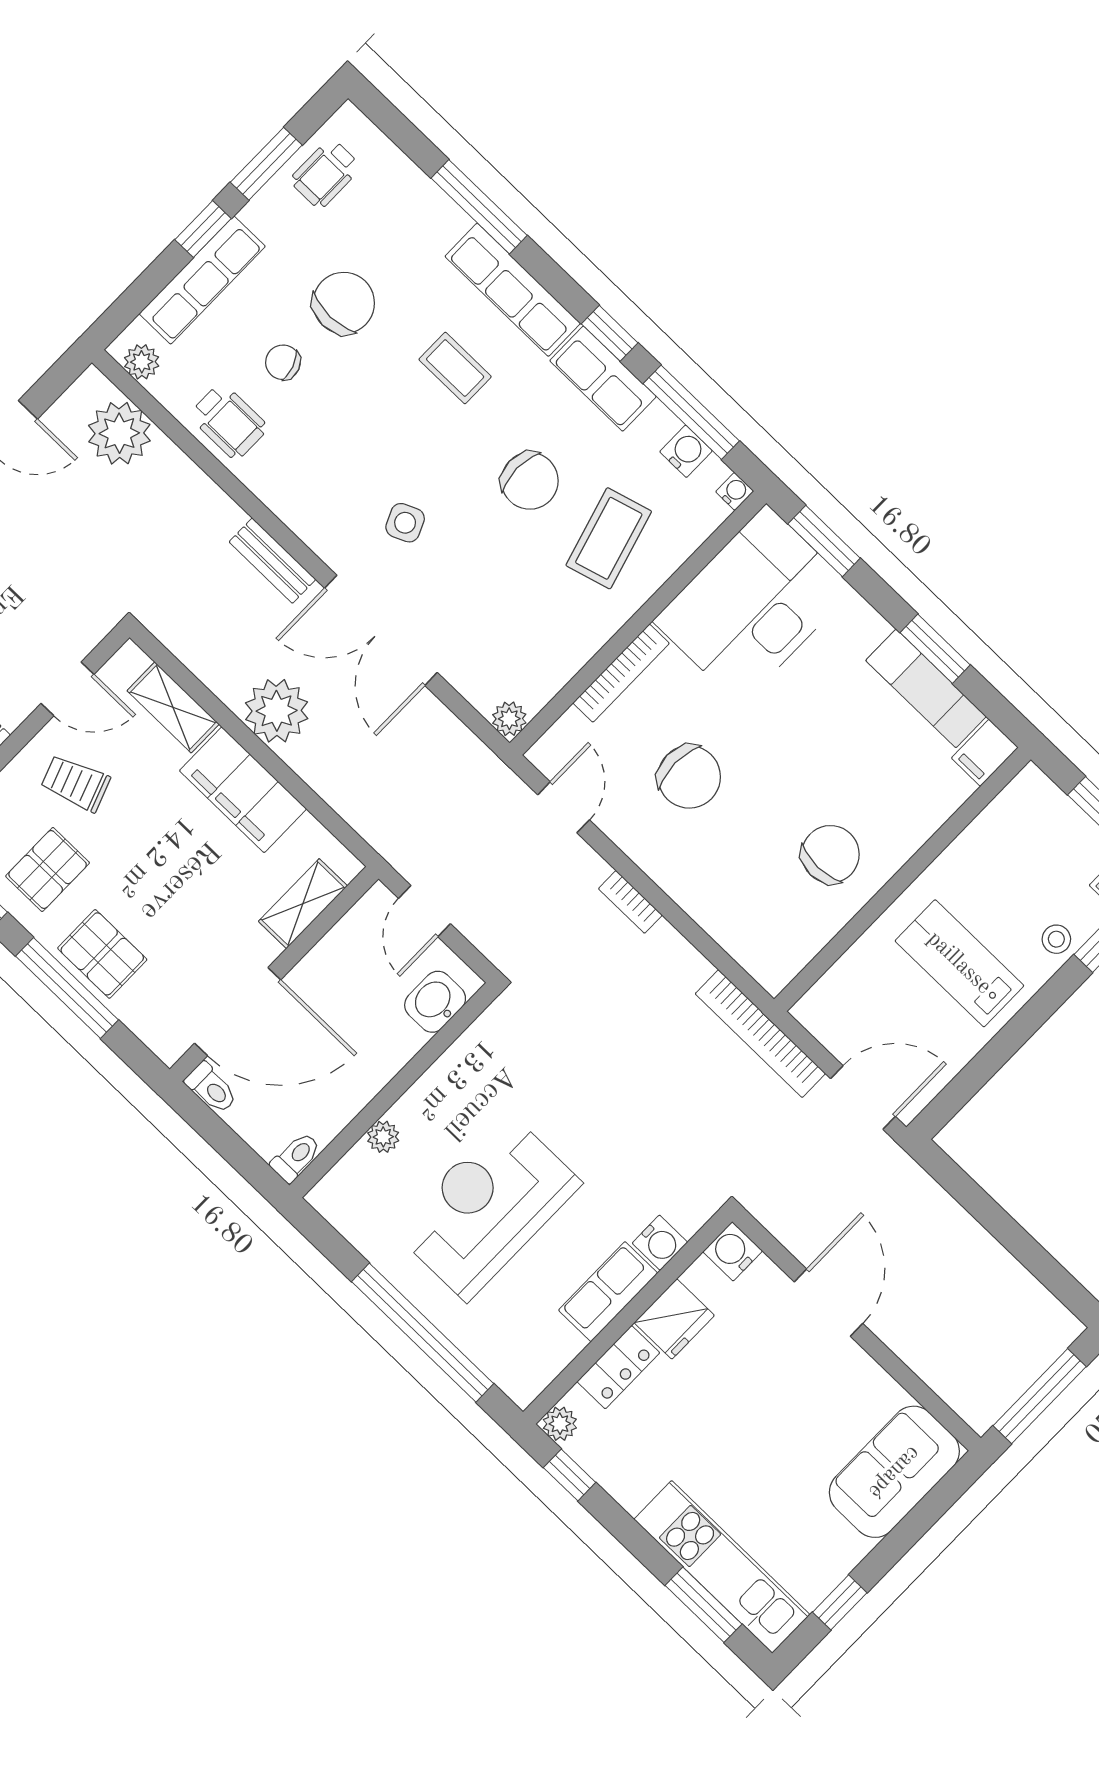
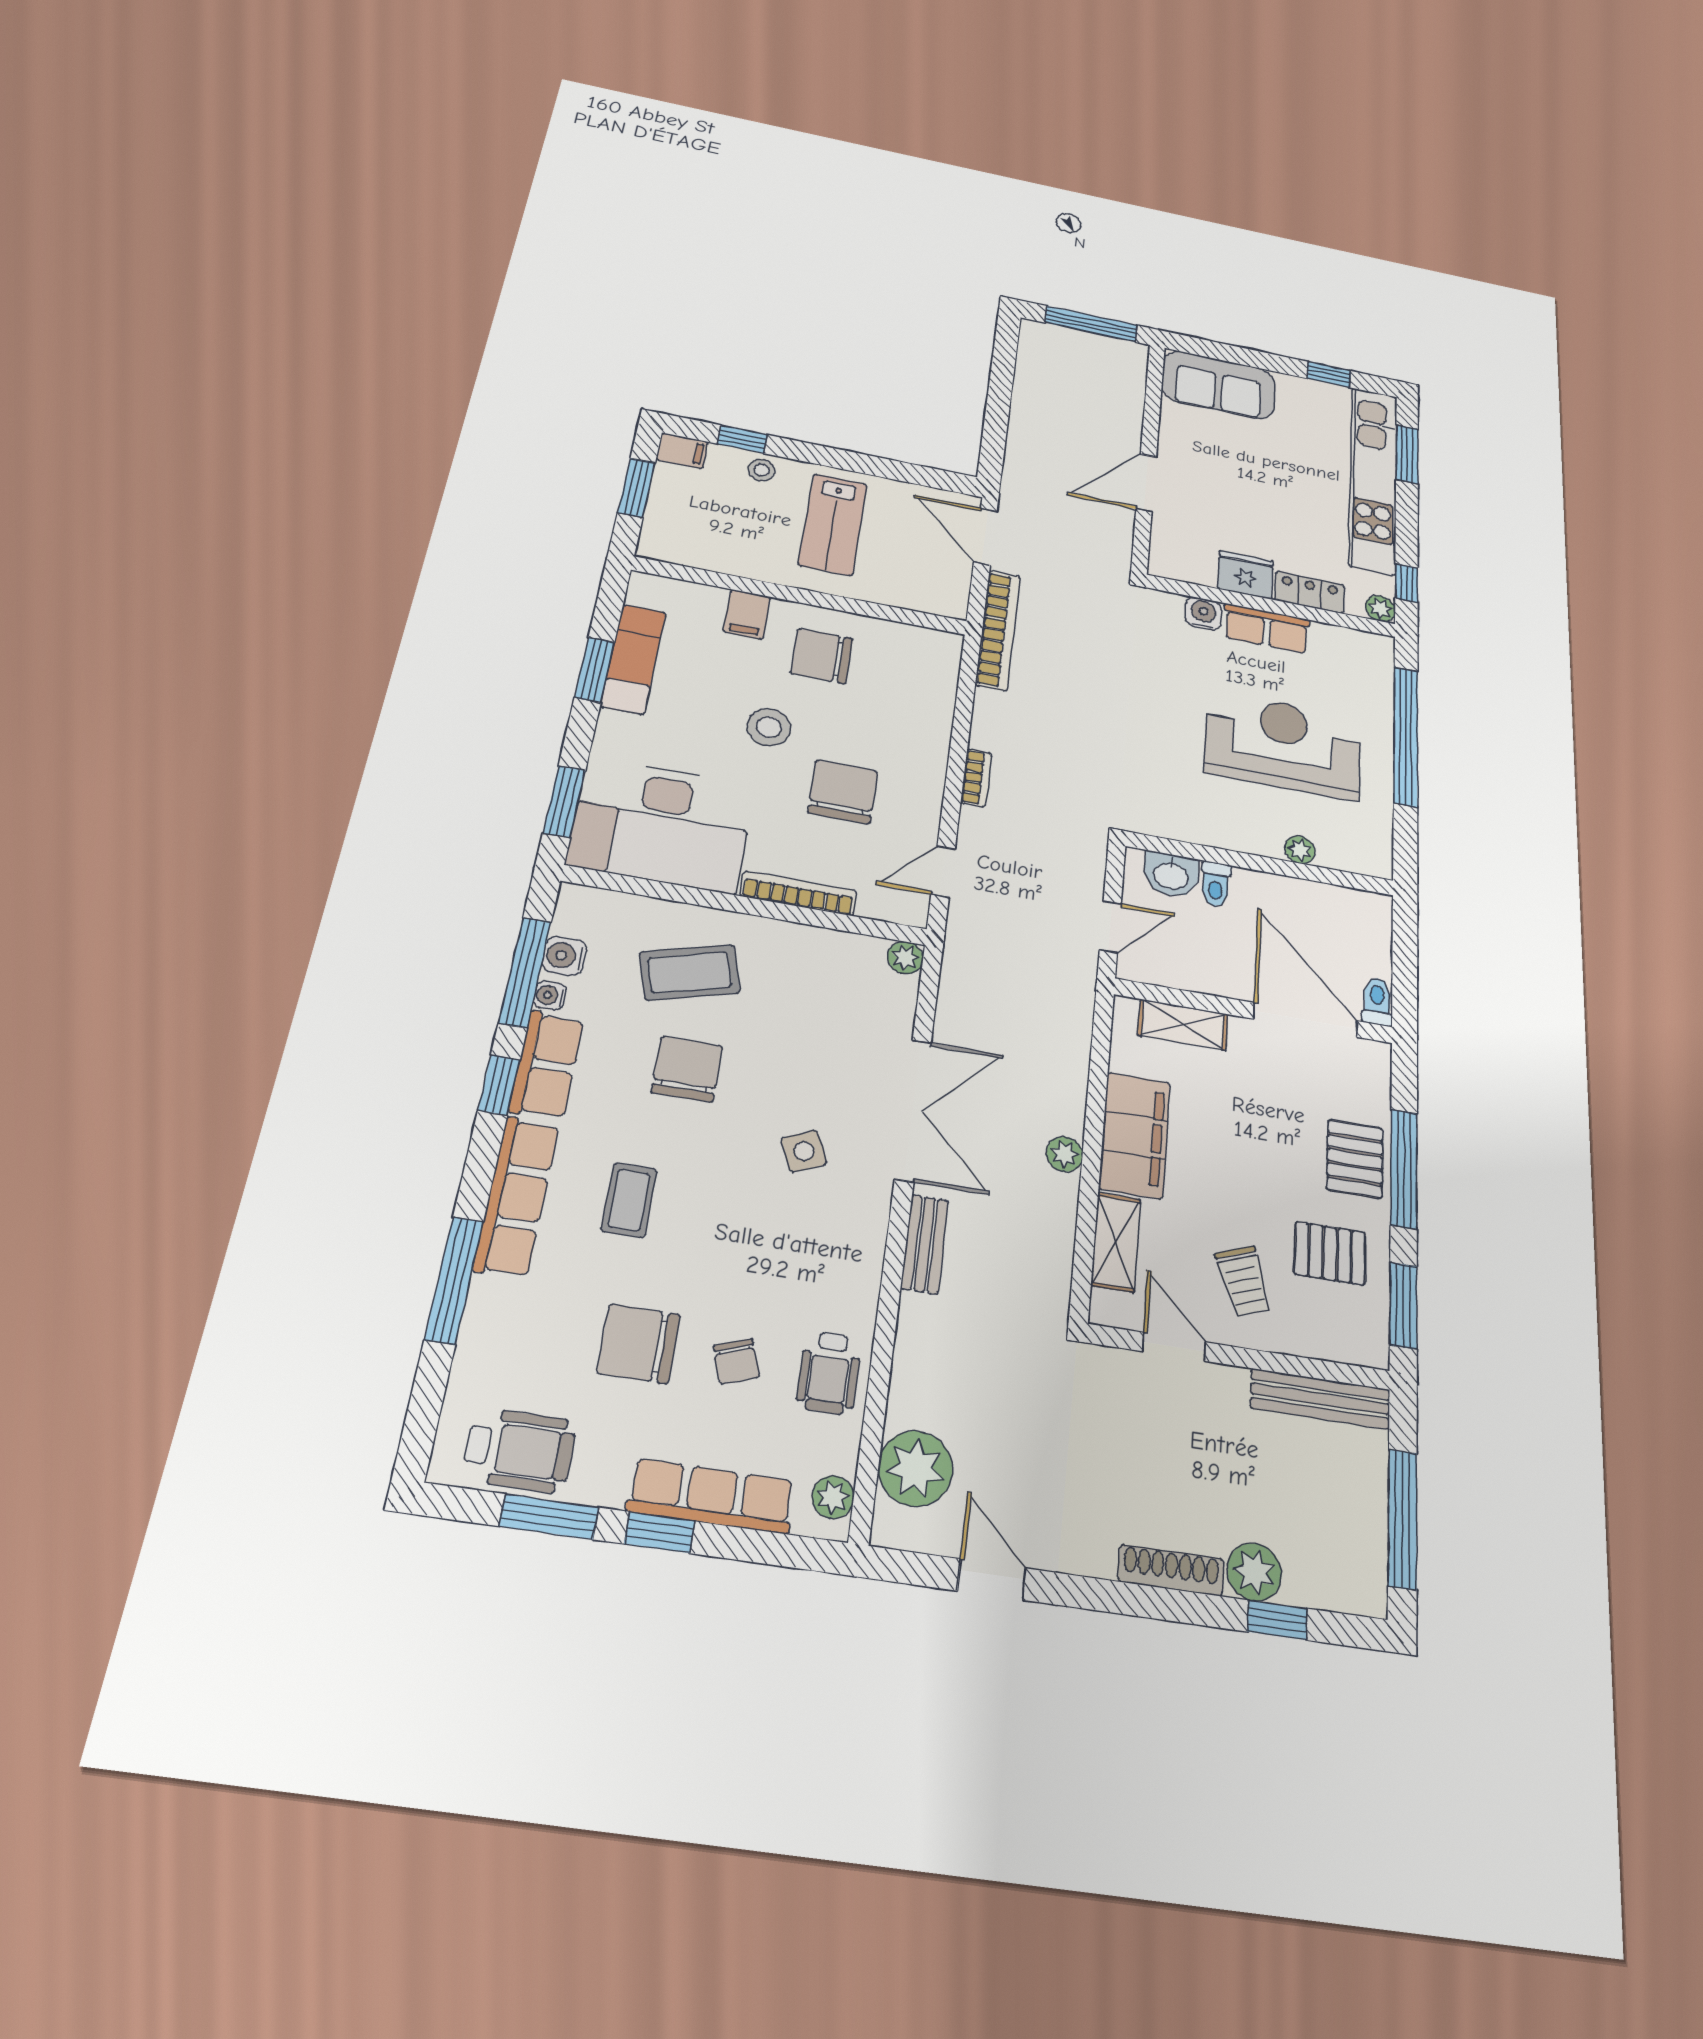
wheelchair: (325, 174) -> (520, 1450), width x1.36, depth x1.37
wheelchair: (229, 421) -> (829, 1373), turned 180
water cooler: (735, 491) -> (550, 995), moved
plant: (277, 711) -> (1065, 1154), width x0.53, depth x0.53
filing cabinet: (985, 753) -> (747, 614), moved, turned 90
stool: (789, 758) -> (769, 727), added
toilet: (296, 1157) -> (1216, 884), moved, turned -90
reception desk: (487, 1207) -> (1283, 745), turned 180
water cooler: (733, 1251) -> (1167, 563), removed
kitchen unit: (722, 1567) -> (1373, 480), width x1.36

